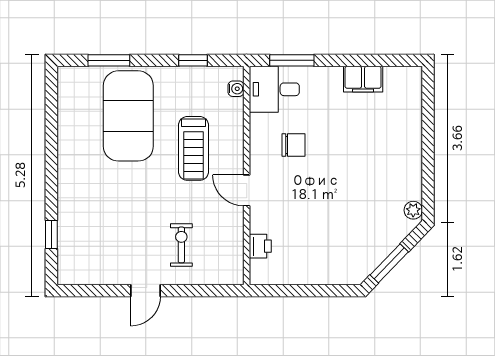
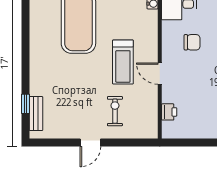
treadmill: (194, 148) -> (123, 62), moved
bench: (67, 248) -> (36, 114), added

